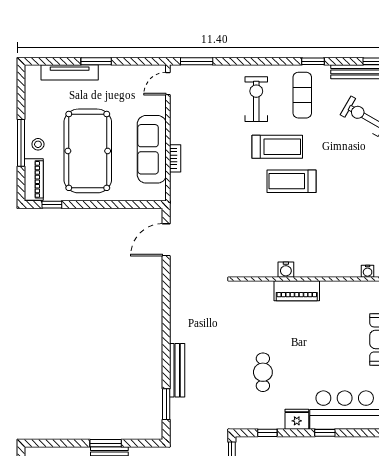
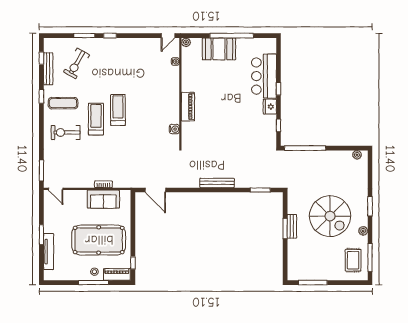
sofa: (152, 149) -> (103, 199), width x0.73
treadmill: (292, 181) -> (118, 110), turned 180
water cooler: (286, 270) -> (174, 129), moved
bench: (177, 370) -> (217, 183), moved
cafe table: (263, 372) -> (240, 128), removed

